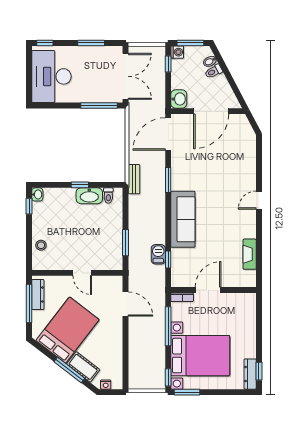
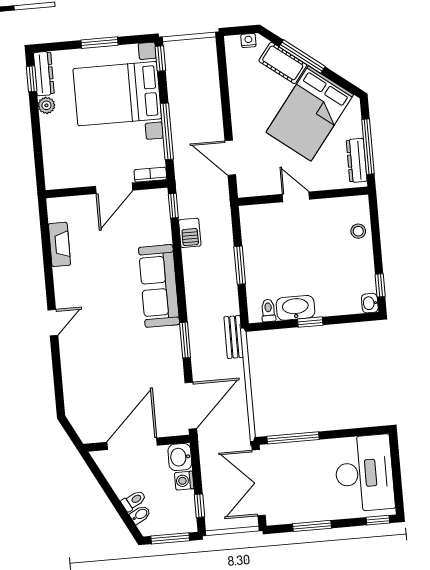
washing machine: (177, 52) -> (184, 481), moved
window: (126, 243) -> (240, 265), moved
window: (168, 259) -> (173, 206), moved
plant: (250, 352) -> (46, 105), added
window: (187, 392) -> (99, 43), moved

